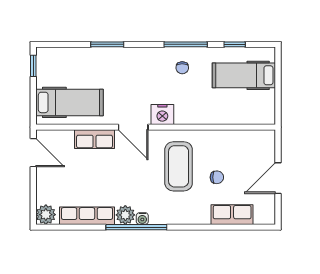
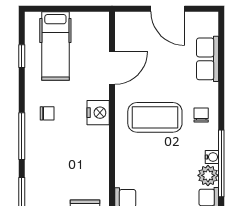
window: (186, 44) -> (22, 136), moved
nightstand: (162, 114) -> (98, 113), moved
door: (133, 127) -> (112, 68), moved
chair: (217, 177) -> (201, 115), moved

